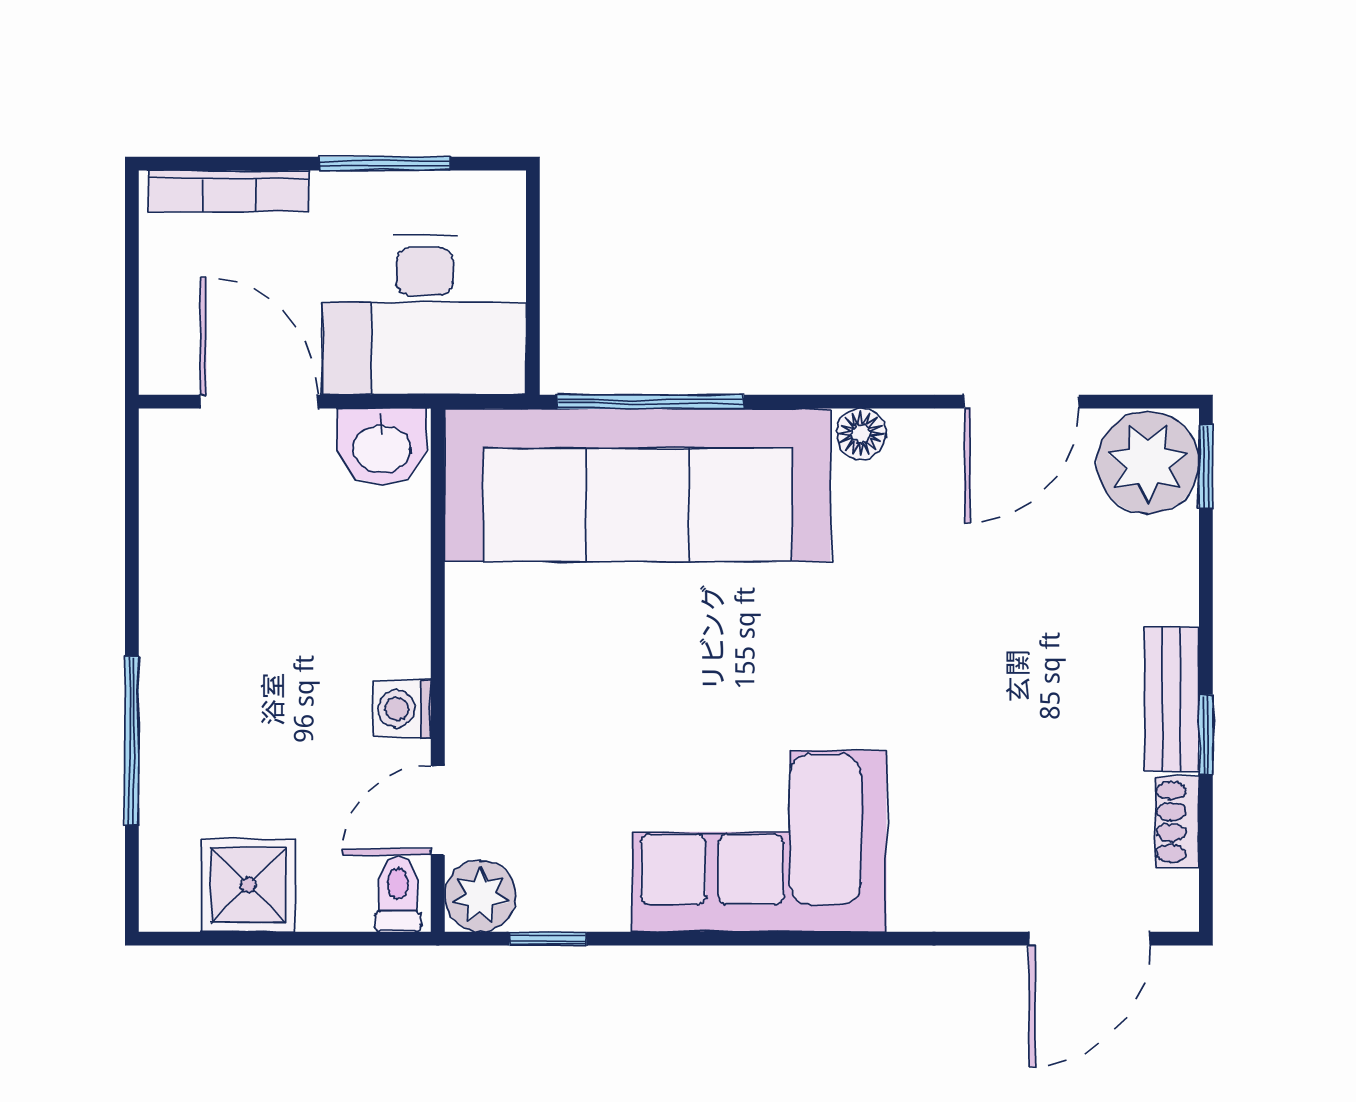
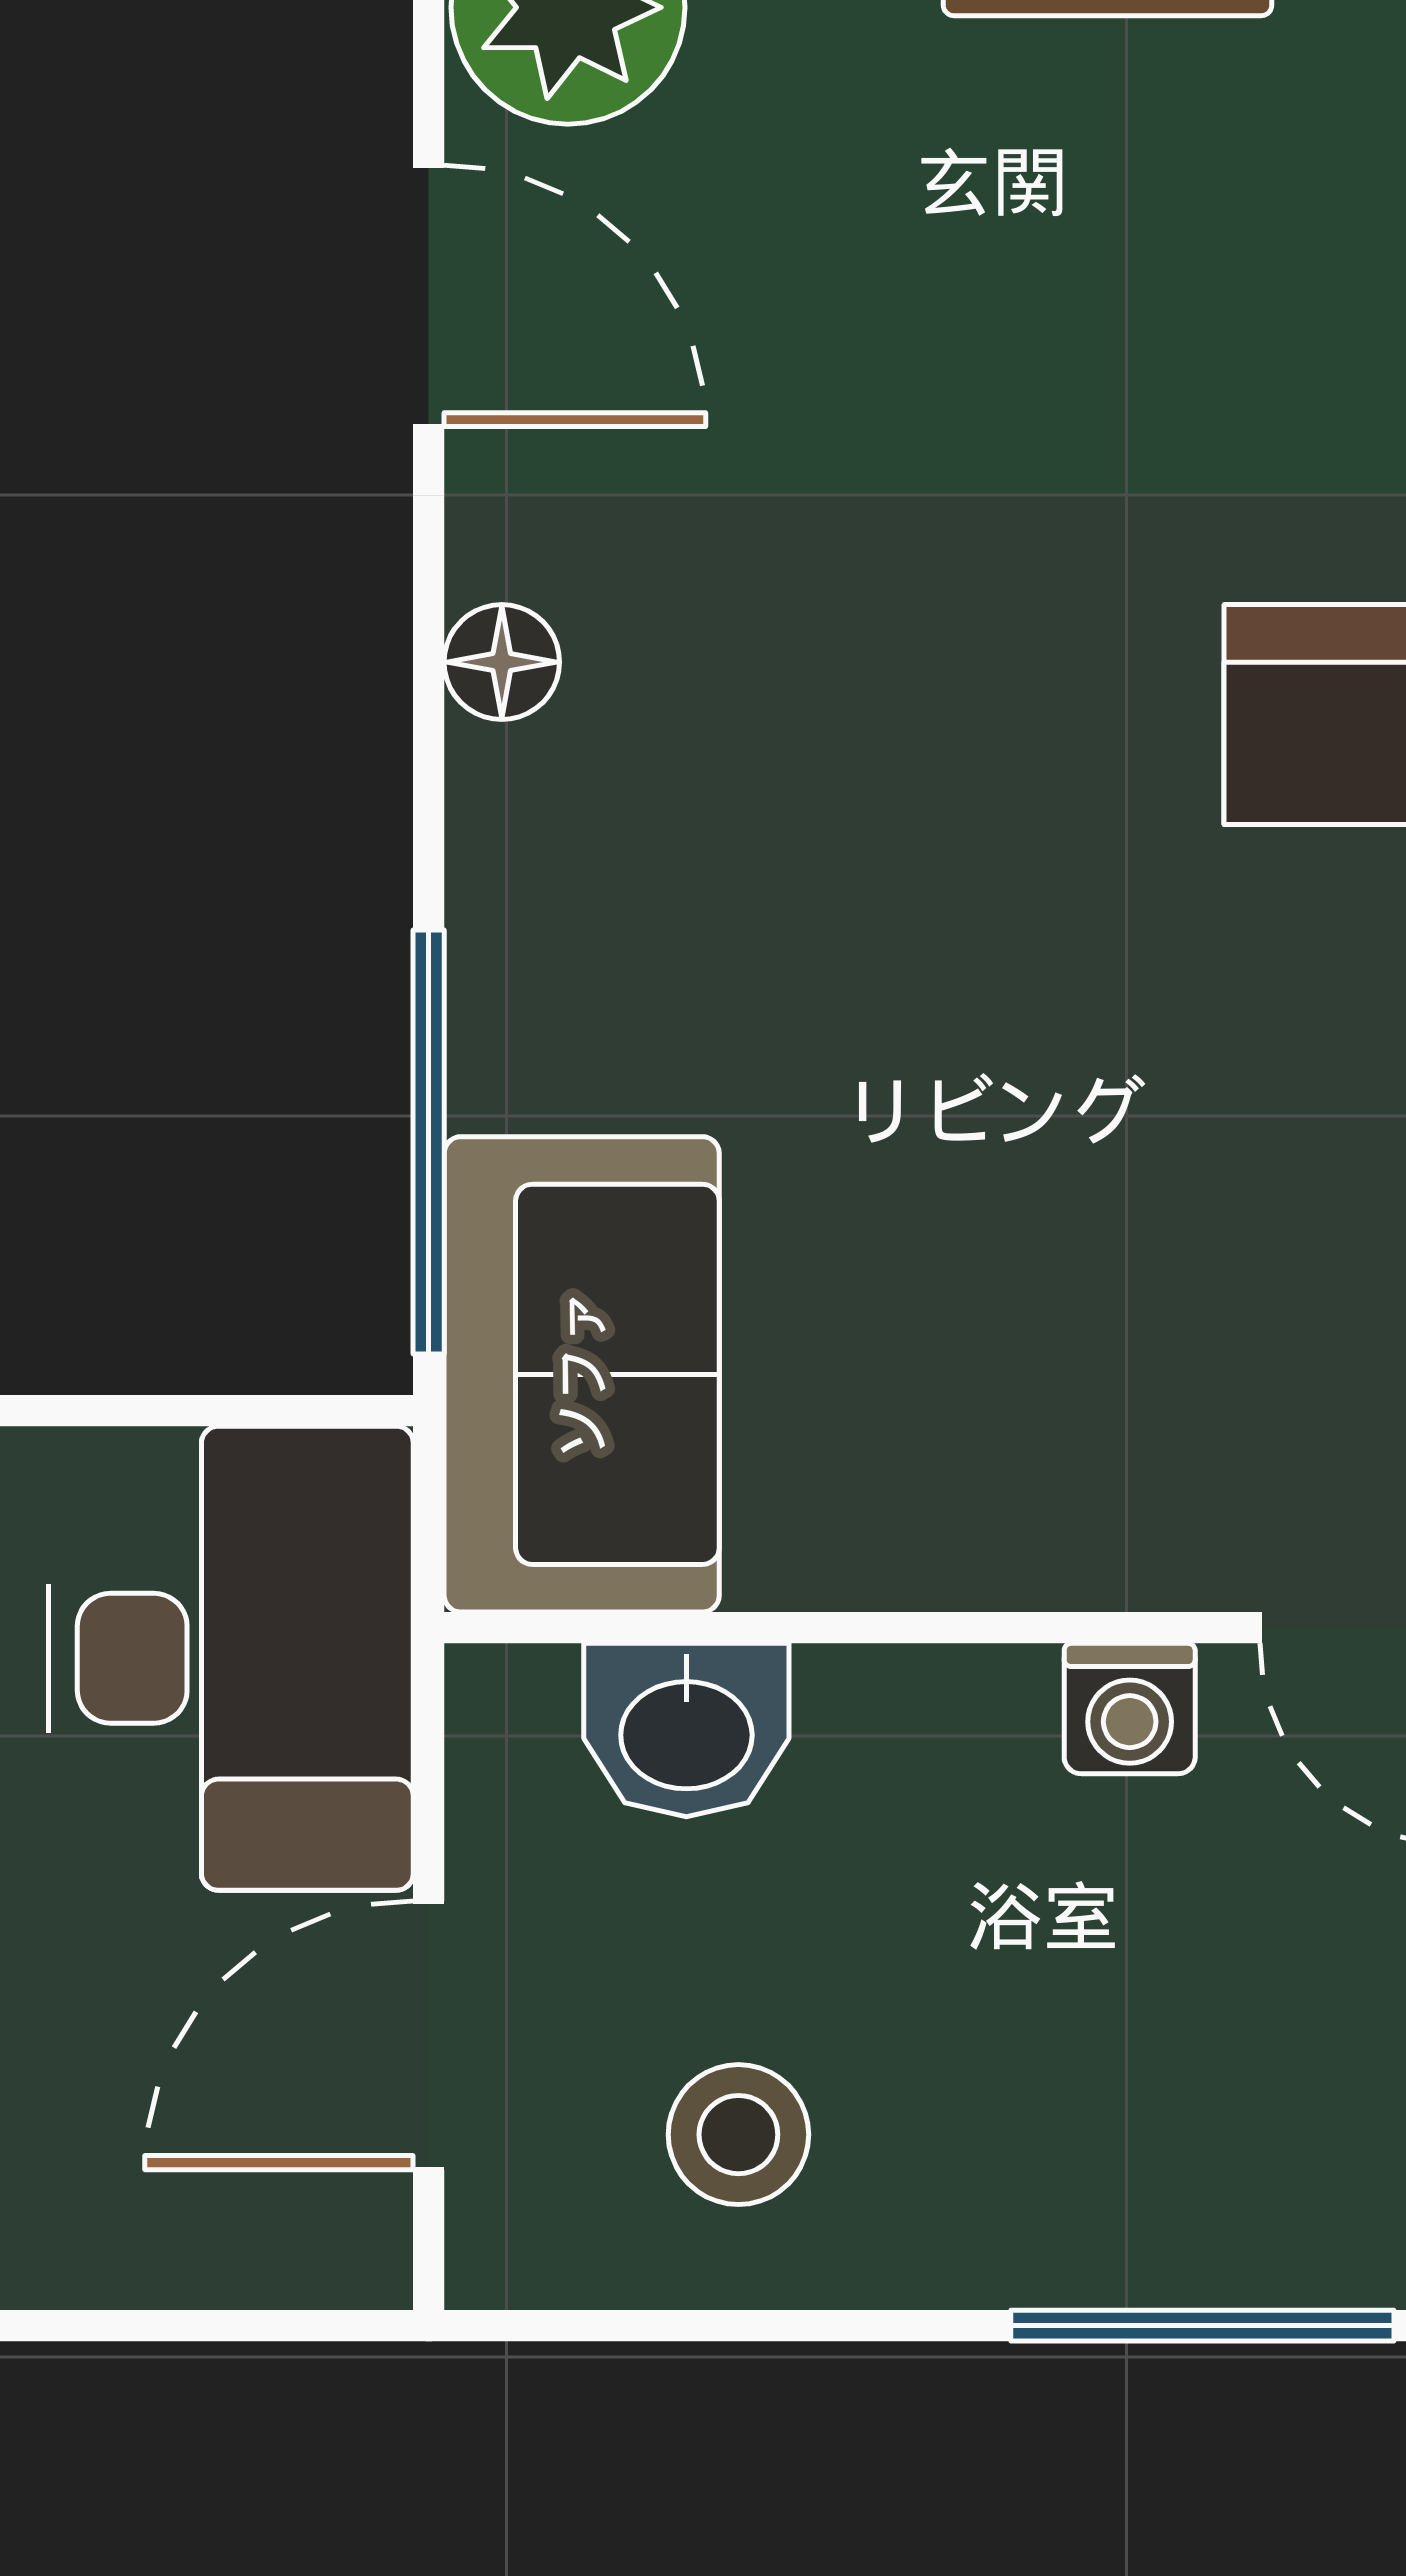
washbasin: (382, 446) -> (686, 1730), moved, turned 90
sofa: (637, 485) -> (582, 1374), width x0.54, depth x0.79
stool: (216, 537) -> (738, 2135), added

